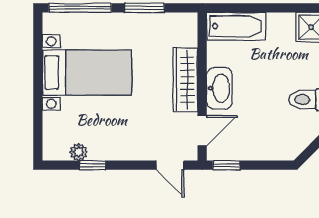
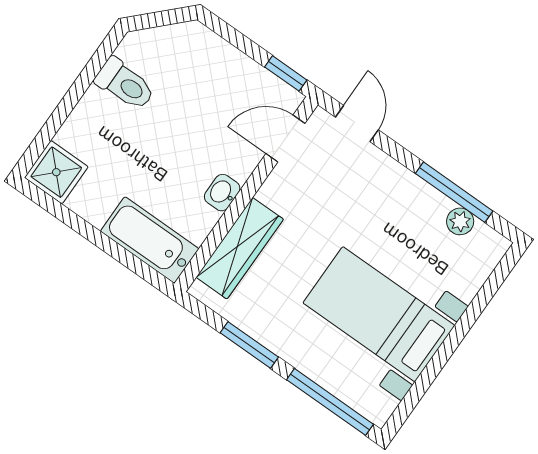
wardrobe: (185, 80) -> (240, 248), moved
washbasin: (219, 88) -> (222, 193), width x0.52, depth x0.69
window: (93, 165) -> (454, 192), width x2.17

